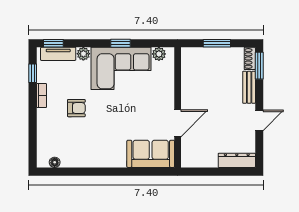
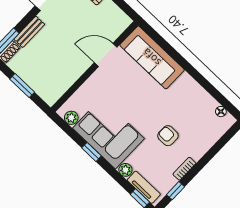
sofa: (151, 154) -> (152, 57), width x1.36

